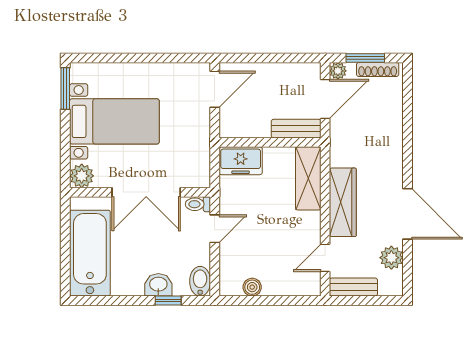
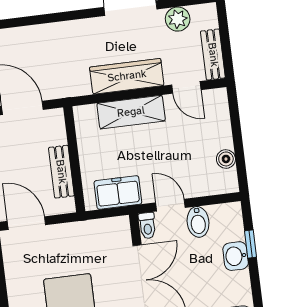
bench: (296, 129) -> (61, 172), moved
freezer: (241, 161) -> (118, 192), moved, turned -90
shelving: (308, 178) -> (131, 112), moved
bidet: (200, 281) -> (198, 222), moved, turned -90

